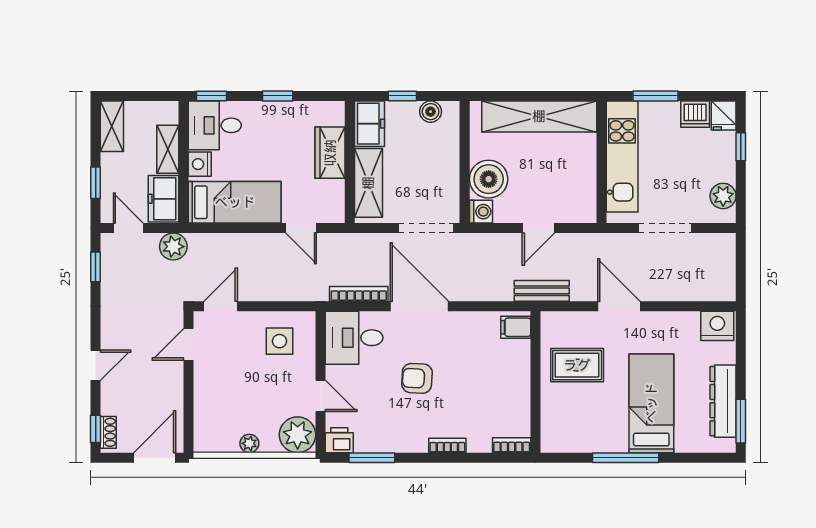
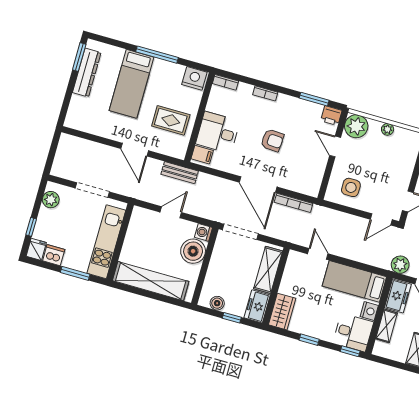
wardrobe: (330, 153) -> (282, 312), moved
nightstand: (717, 326) -> (194, 78), moved, turned 180
desk: (354, 338) -> (218, 132), moved, turned 180

